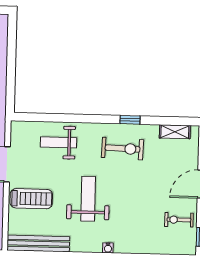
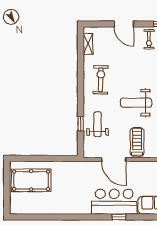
window: (130, 120) -> (81, 124), moved
weight bench: (58, 142) -> (98, 124), turned 180

